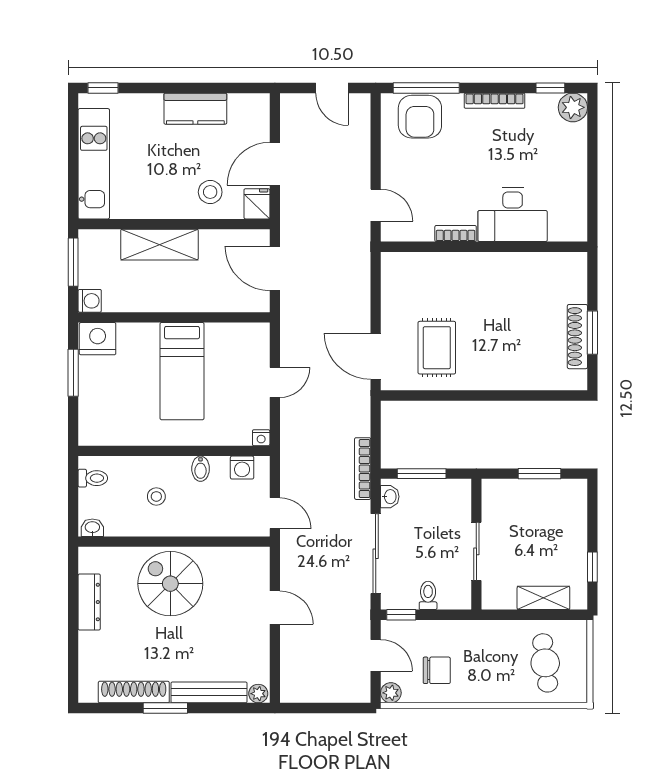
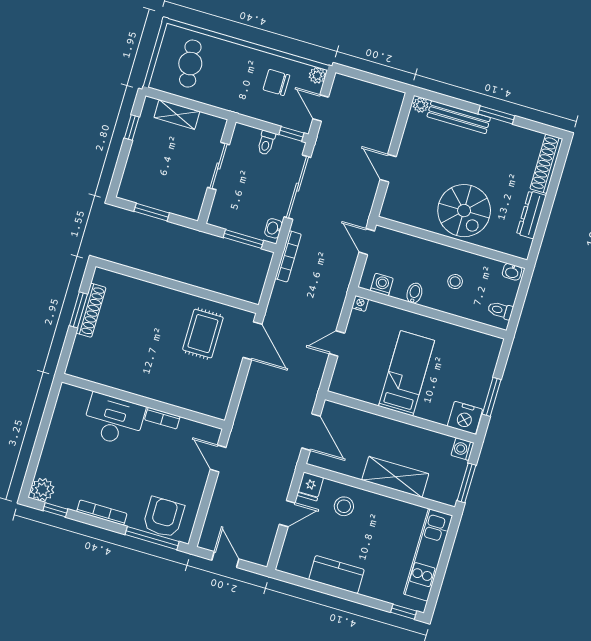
door: (275, 164) -> (287, 514), width x0.73
shoe rack: (134, 692) -> (546, 164), moved, turned 90

